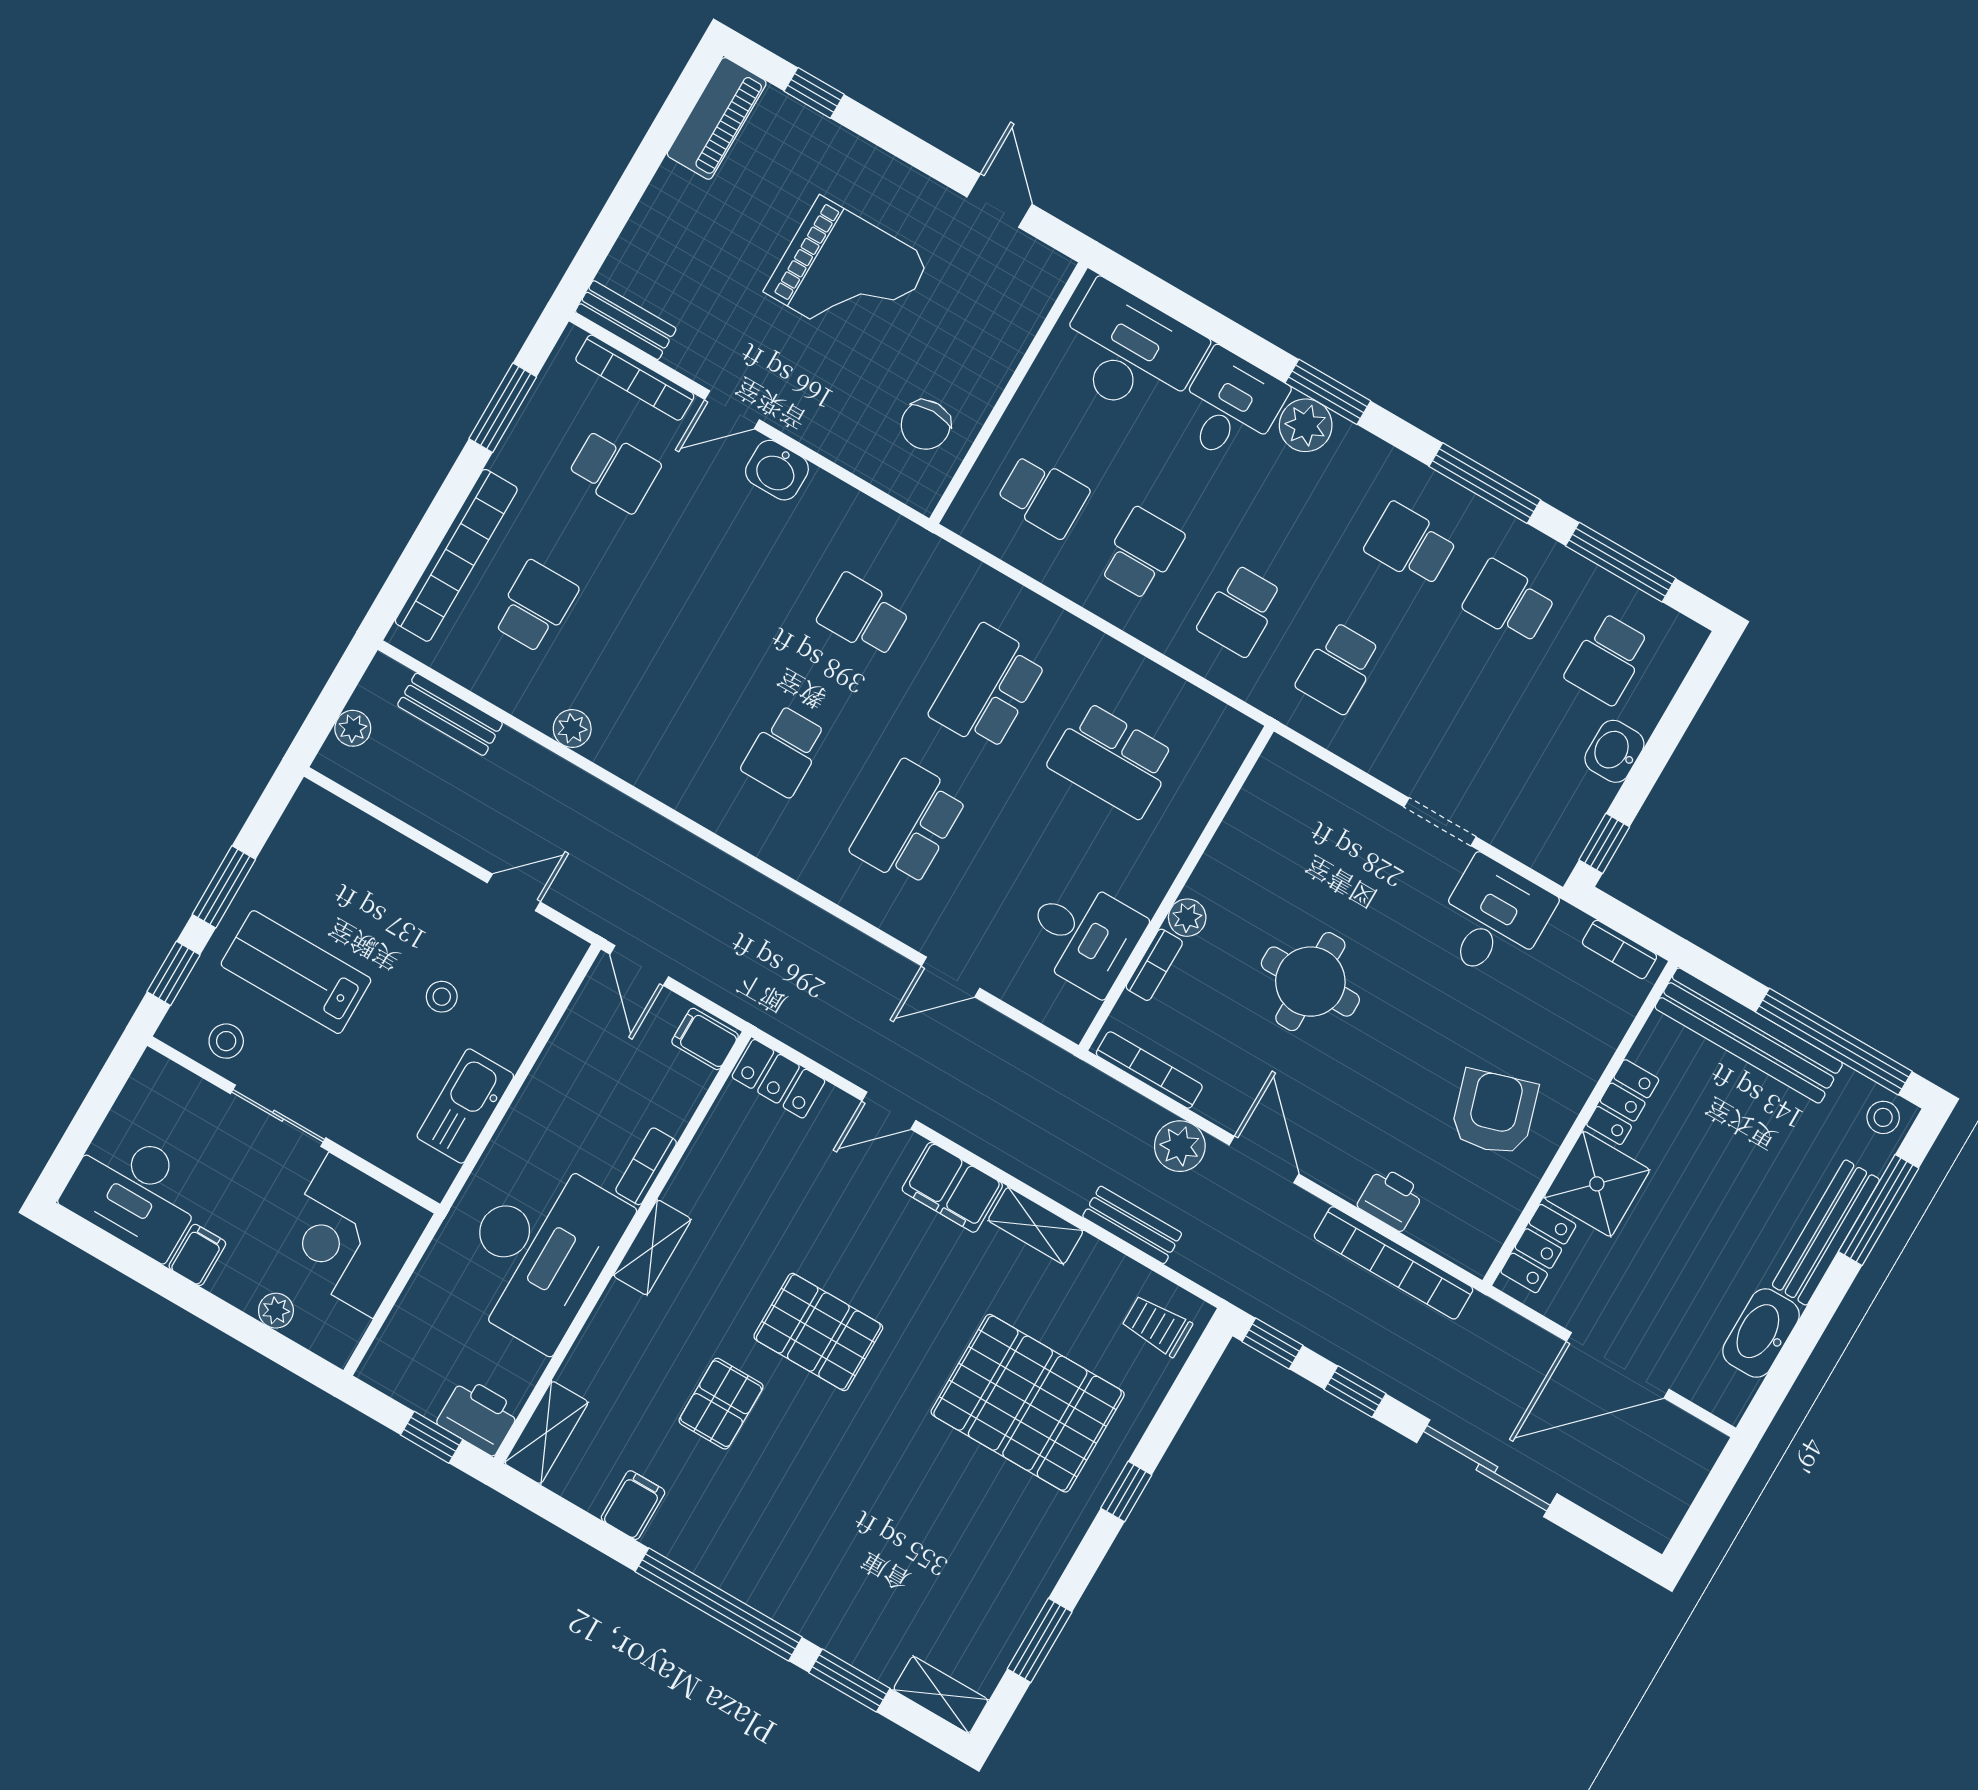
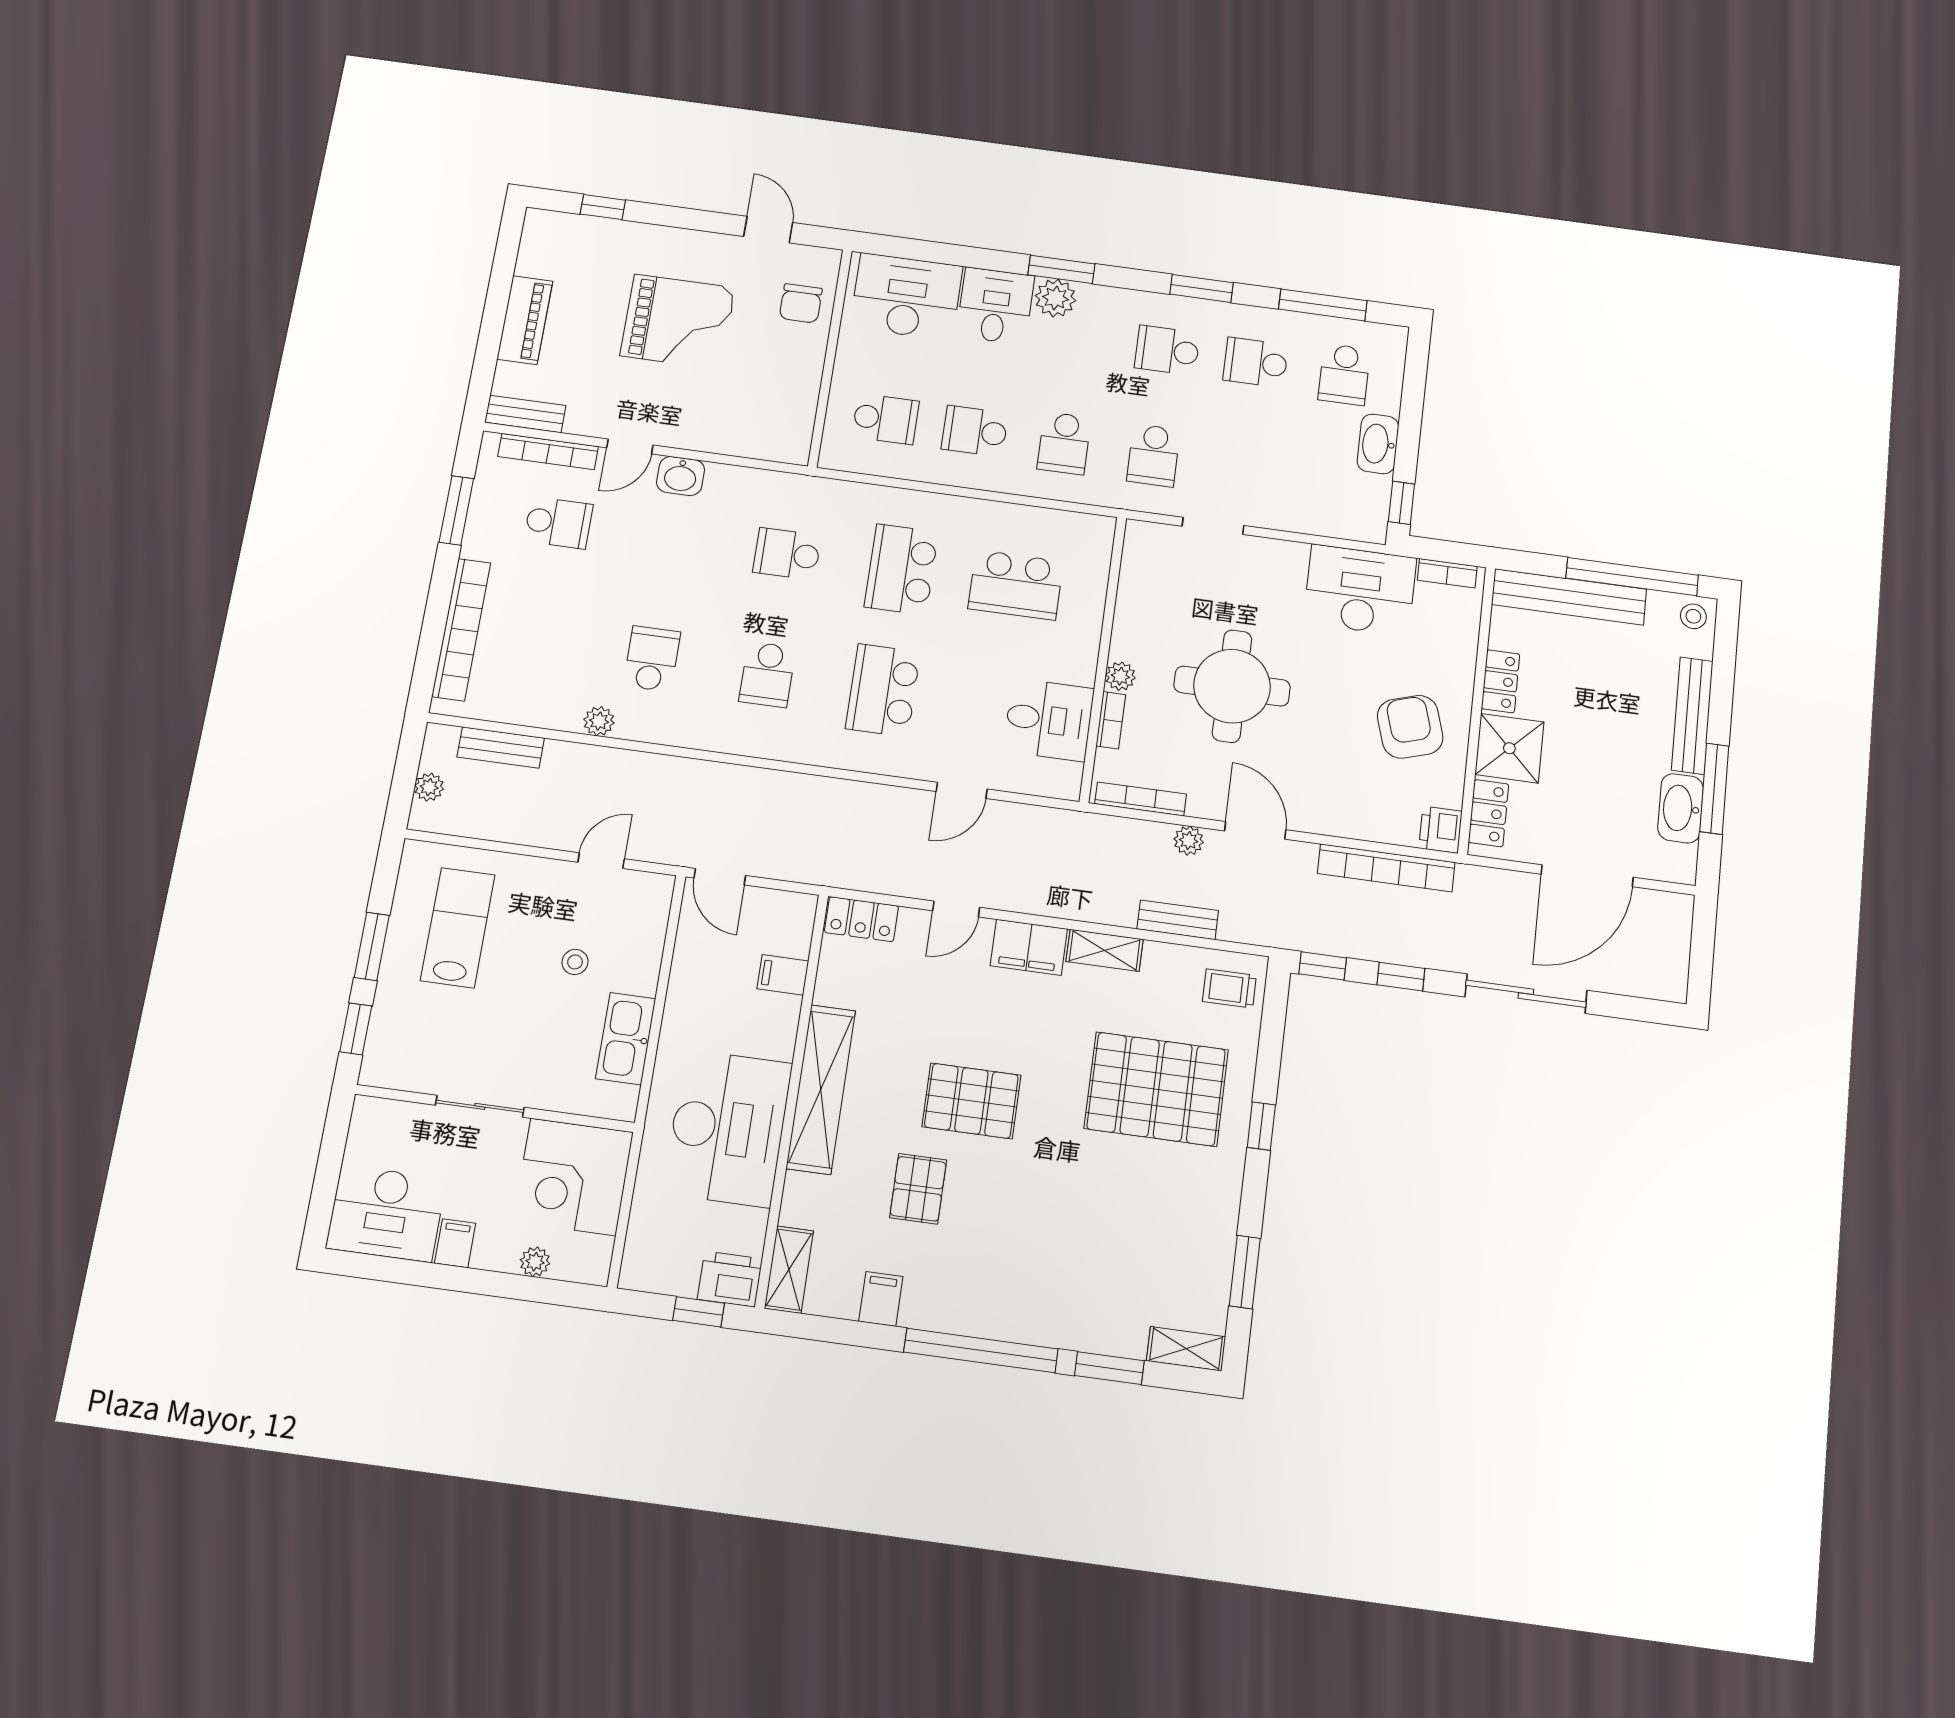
piano: (717, 118) -> (525, 320), moved
chair: (926, 425) -> (801, 303), moved
window: (1485, 483) -> (1202, 288), width x0.69
school desk: (1142, 553) -> (975, 431), turned -90
school desk: (535, 606) -> (652, 659), moved
washbasin: (1614, 751) -> (1378, 444), width x1.38
doorway: (1440, 822) -> (1213, 526), moved
desk: (1493, 919) -> (1360, 590), width x1.37
lab bench: (296, 972) -> (458, 928), moved, turned 90
round table: (1310, 982) -> (1232, 686), width x1.36, depth x1.36
filing cabinet: (705, 1039) -> (783, 975), moved
stool: (226, 1041) -> (417, 1065), removed
plant: (1180, 1146) -> (1189, 841), width x0.73, depth x0.73
bookcase: (646, 1166) -> (786, 1028), removed
printer: (1391, 1199) -> (1440, 830), moved, turned -90
window: (1879, 1210) -> (1714, 789), moved
shelving: (652, 1248) -> (821, 1089), width x2.20, depth x1.33

